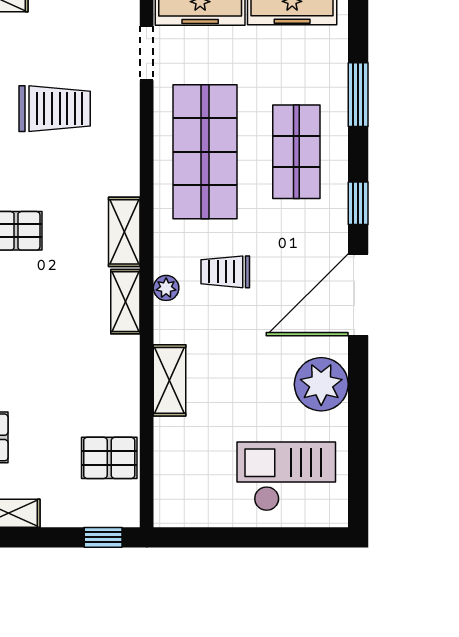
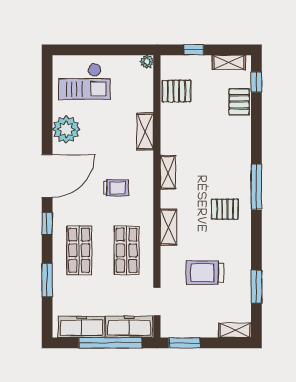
shop shelf: (205, 152) -> (127, 250), width x0.70, depth x0.74
shelving: (124, 232) -> (169, 227), moved
plant: (166, 288) -> (147, 62), moved
window: (103, 537) -> (194, 50), moved

